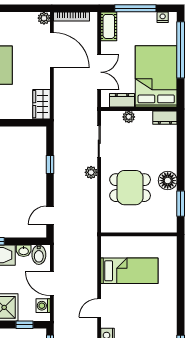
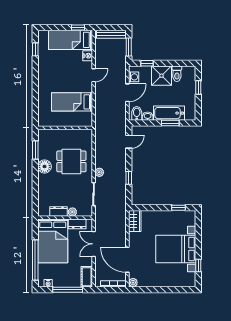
dresser: (165, 118) -> (59, 212), moved
door: (52, 283) -> (127, 93), hinge flipped

